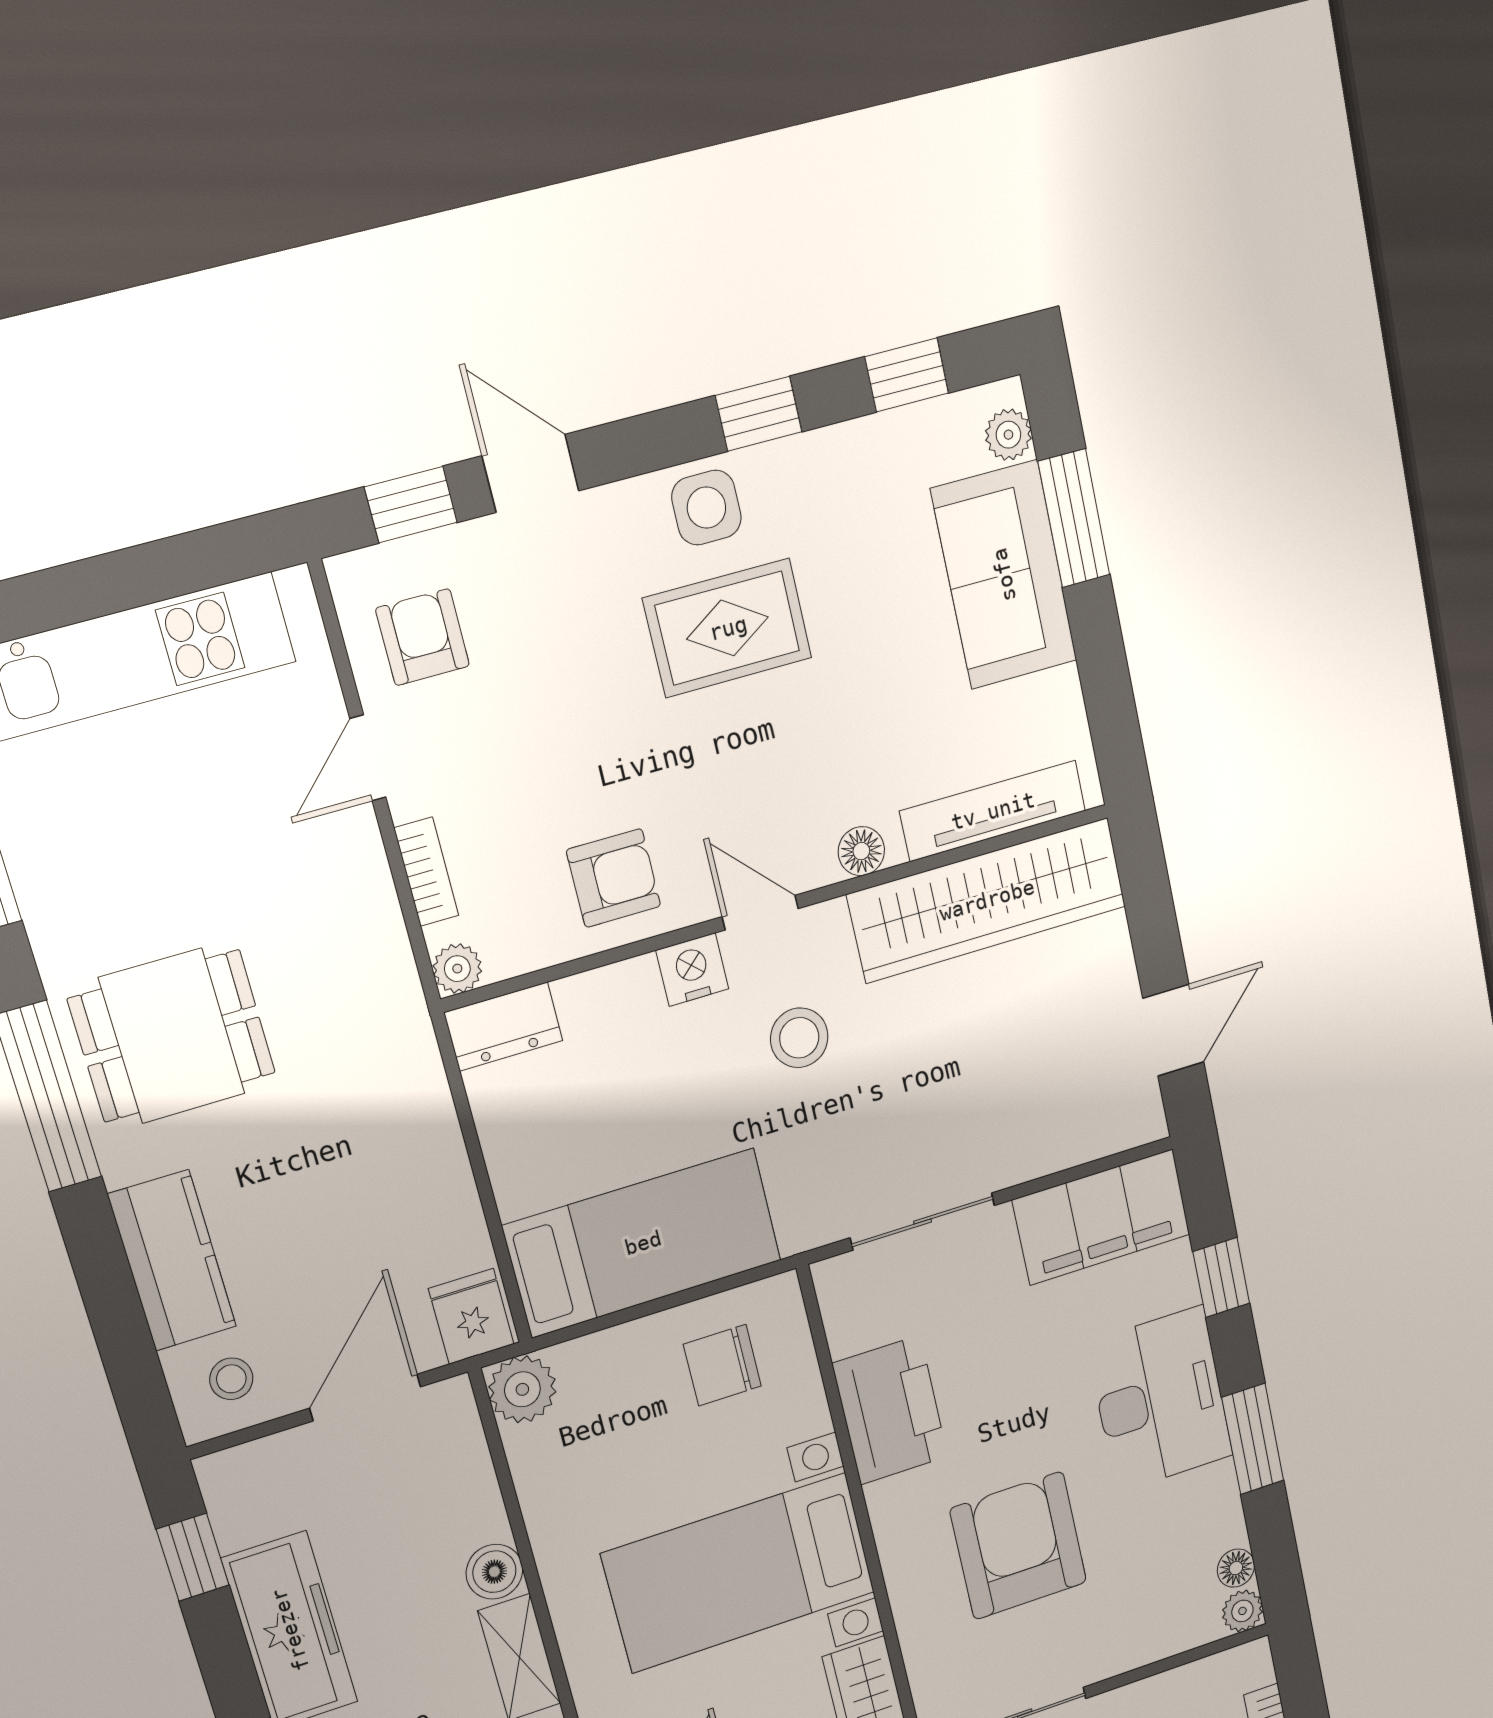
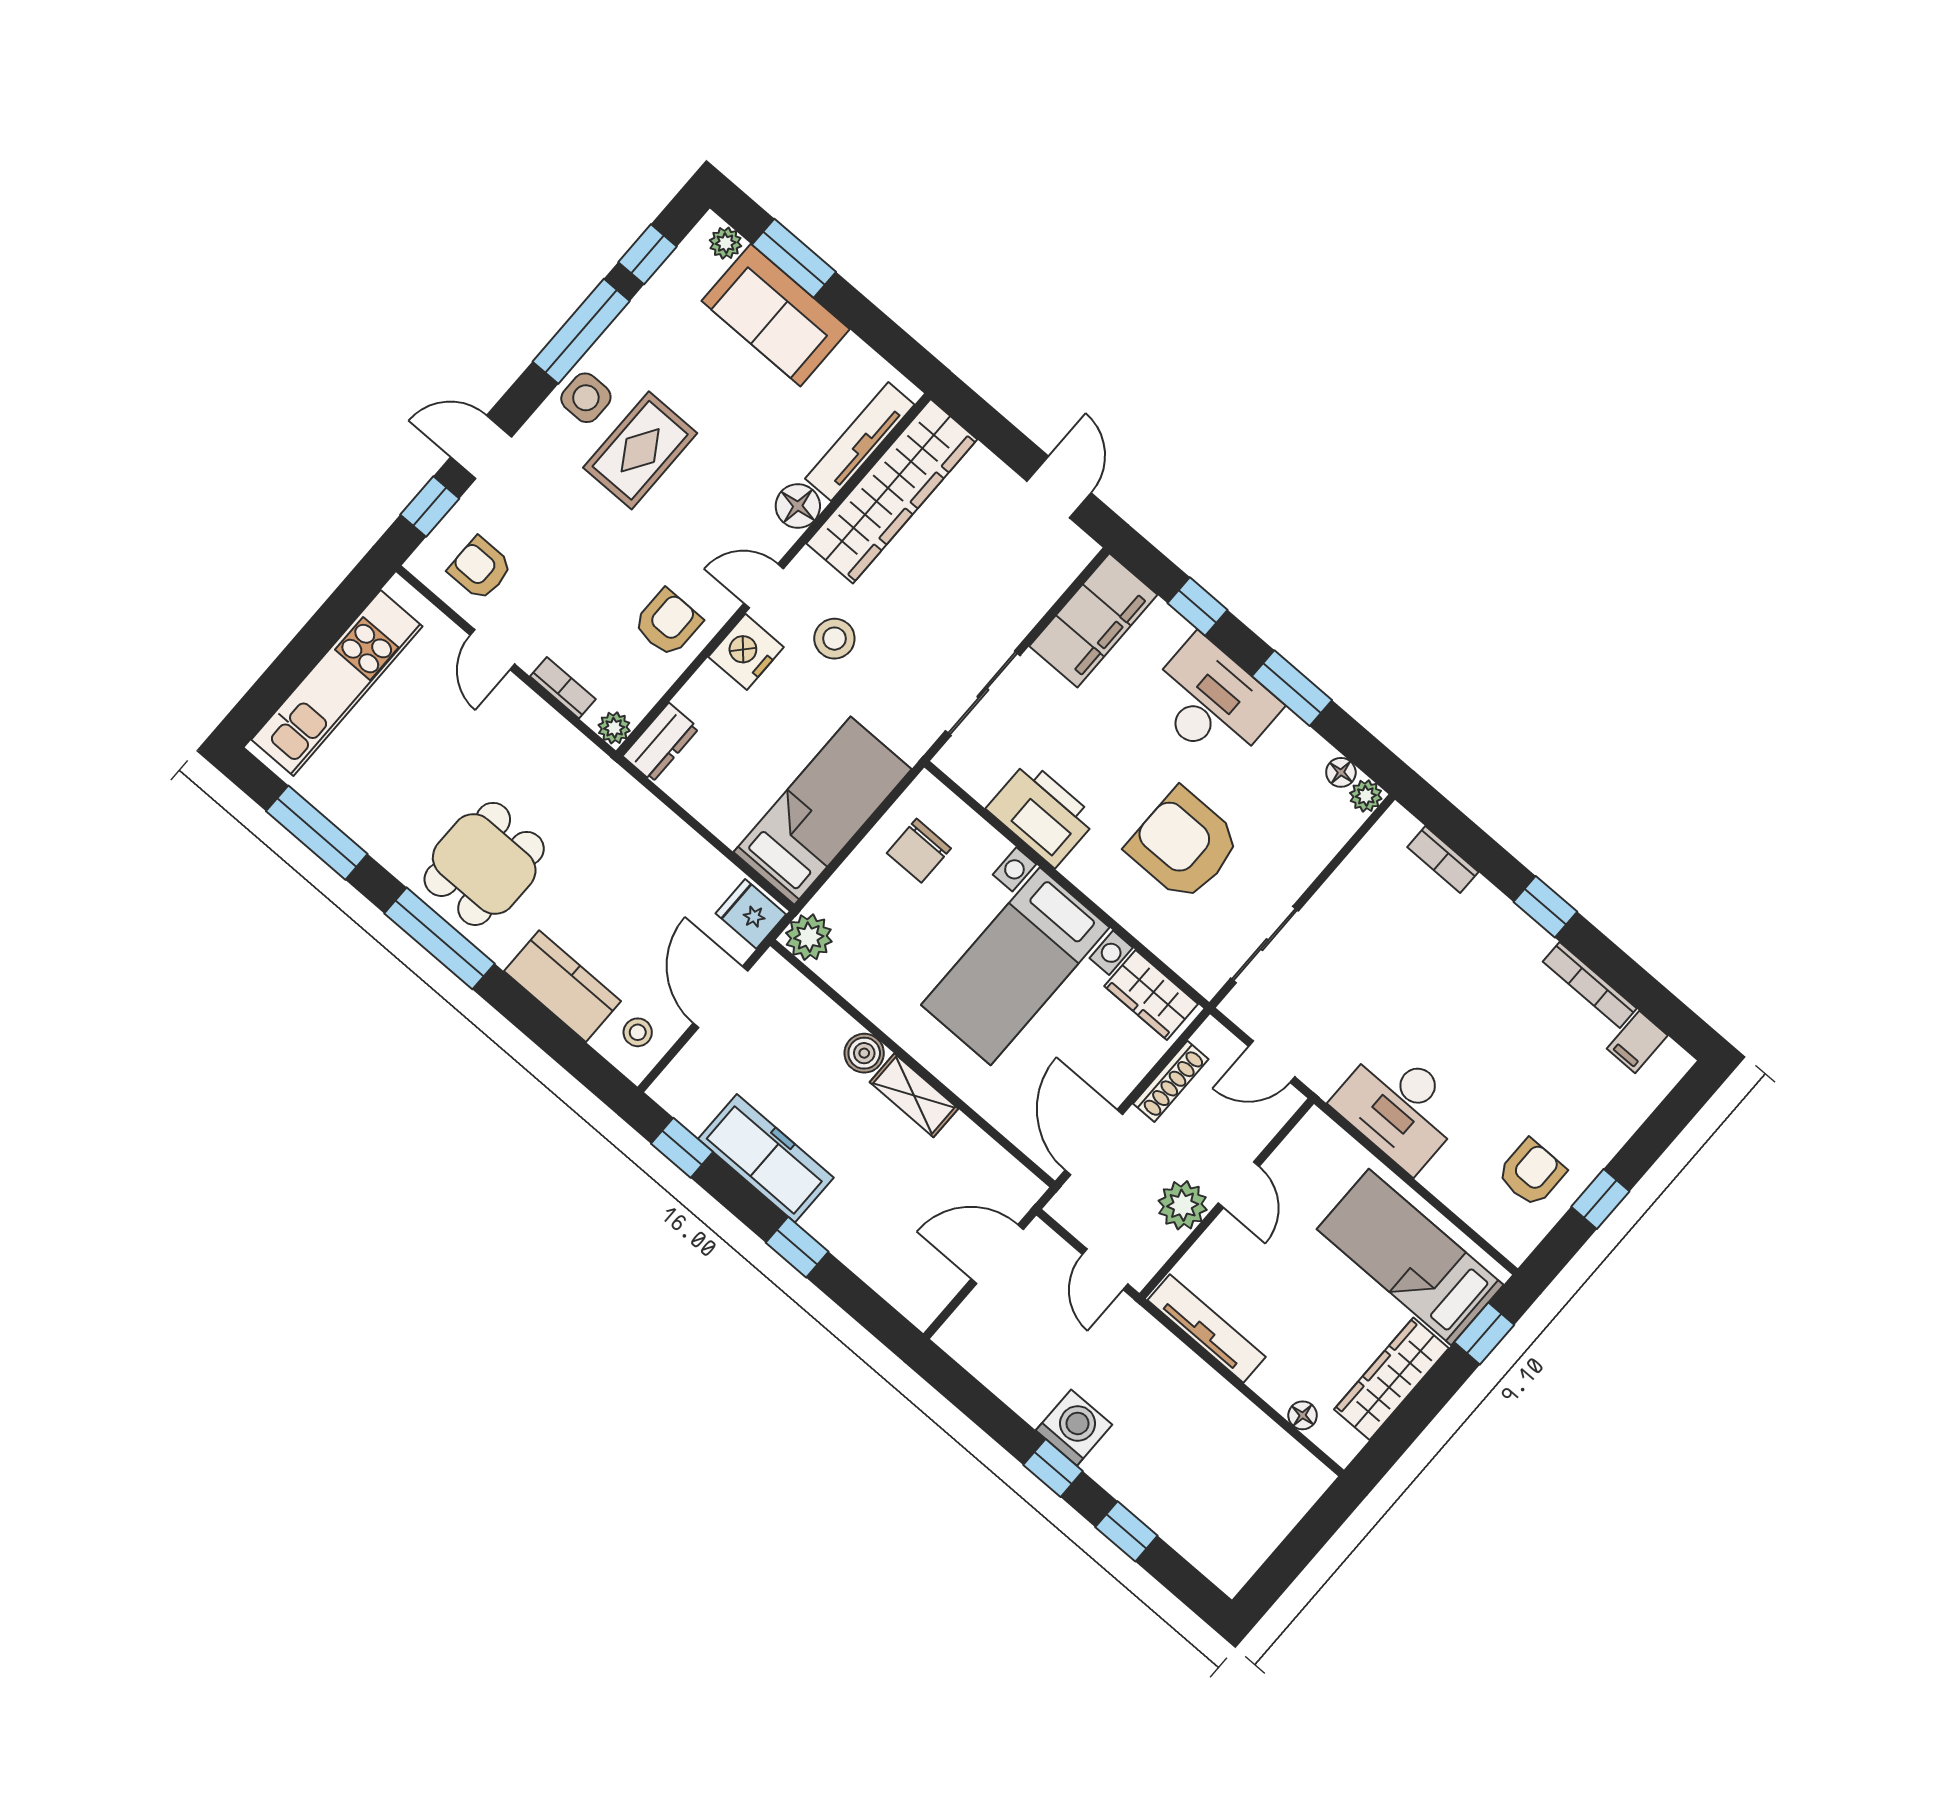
window: (759, 414) -> (581, 331), width x2.17
floor lamp: (861, 851) -> (798, 506), width x1.37, depth x1.37
nightstand: (692, 970) -> (746, 652), width x1.36, depth x1.33

